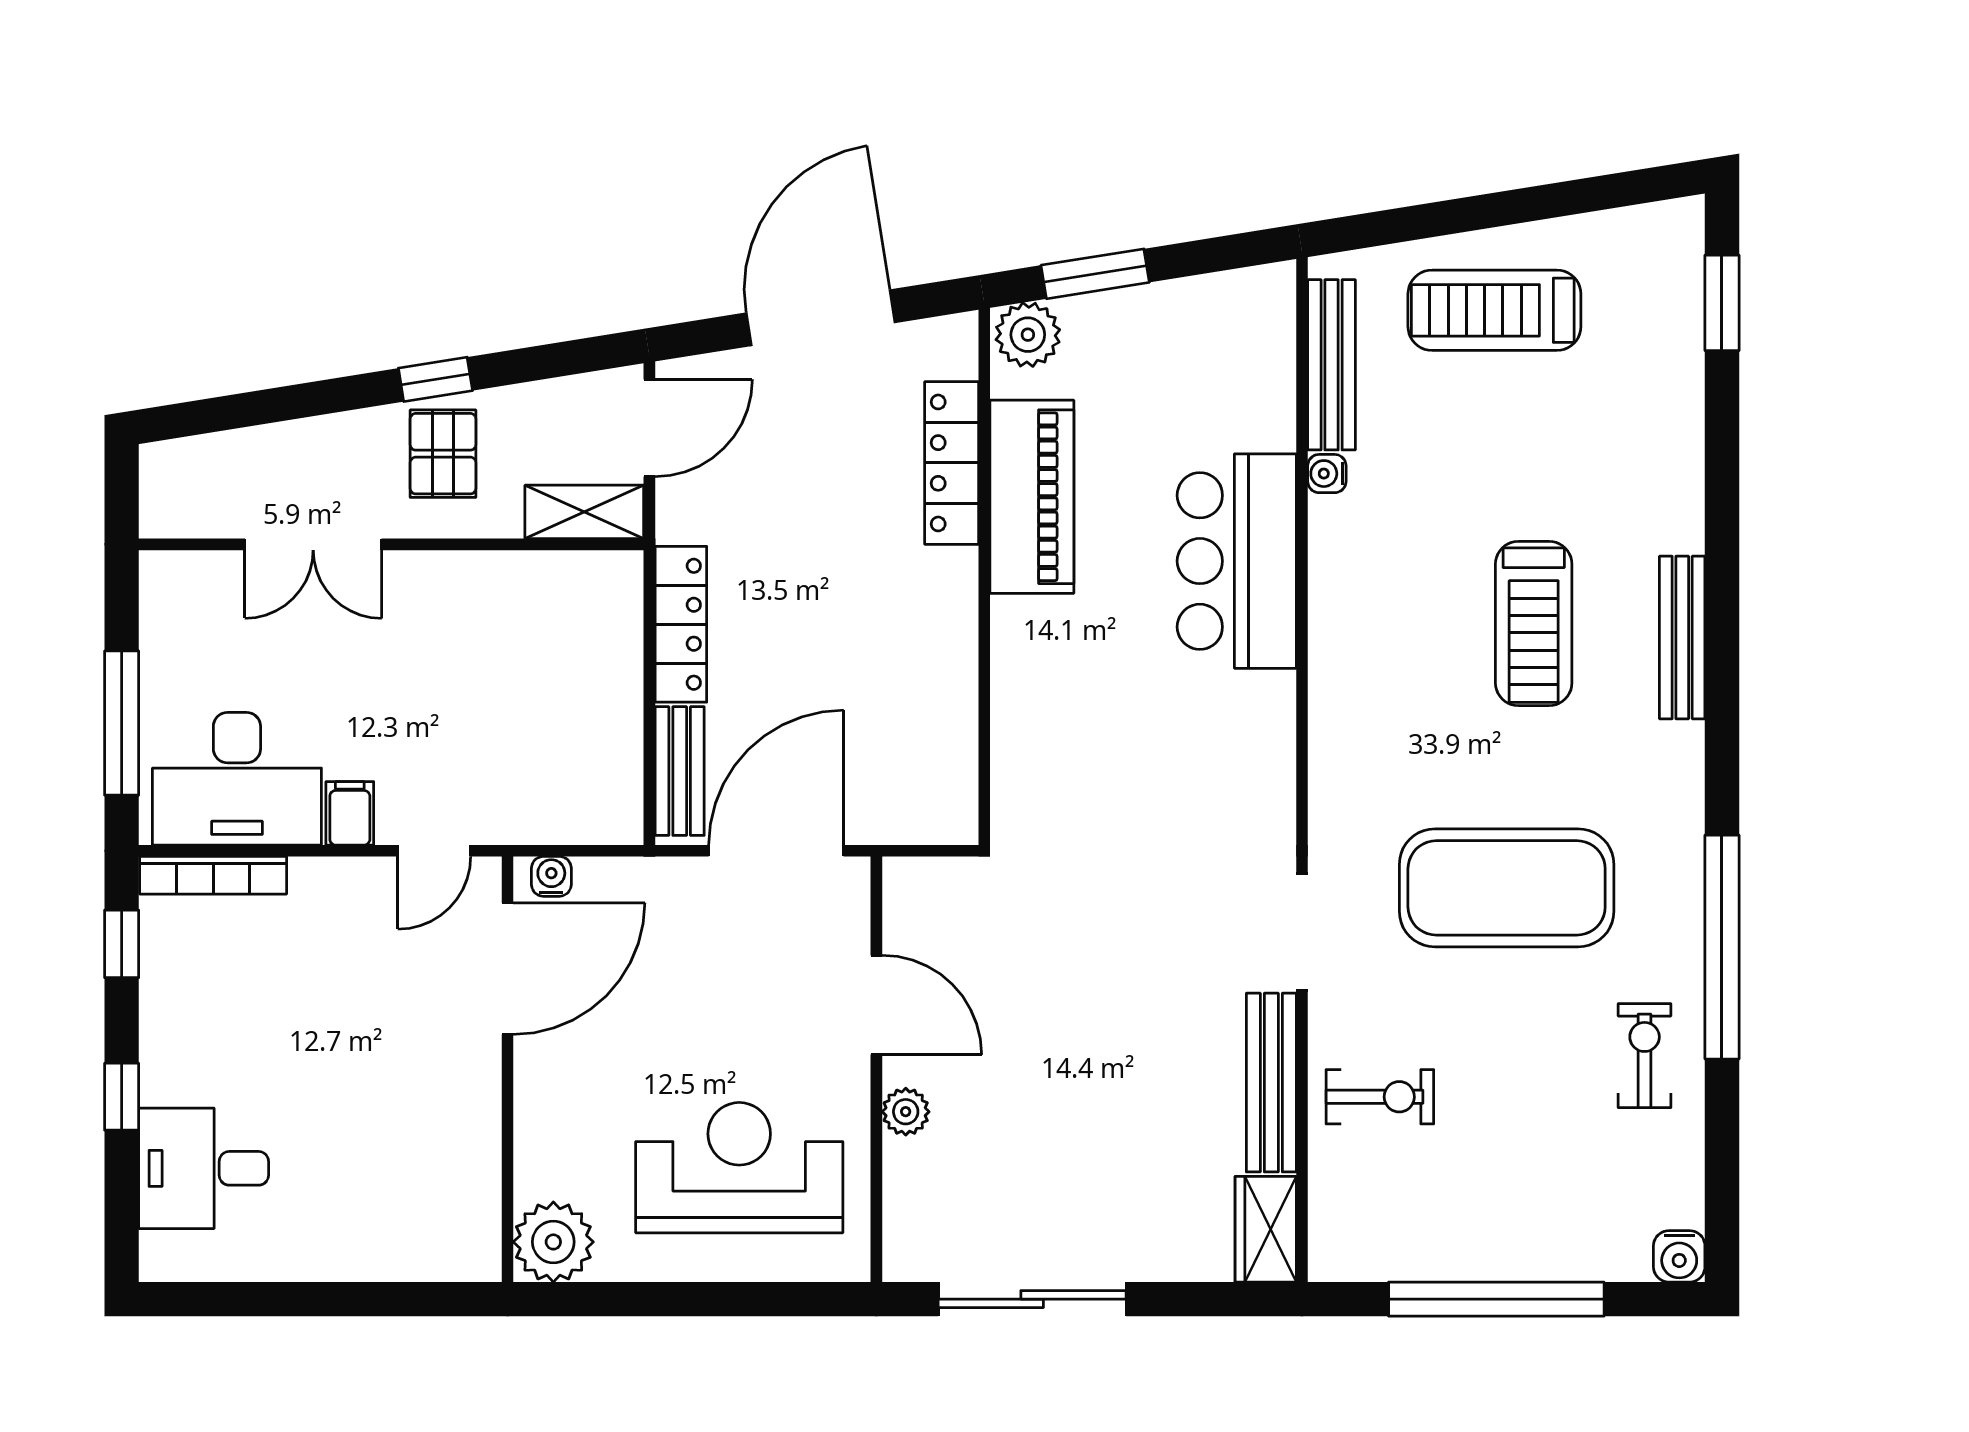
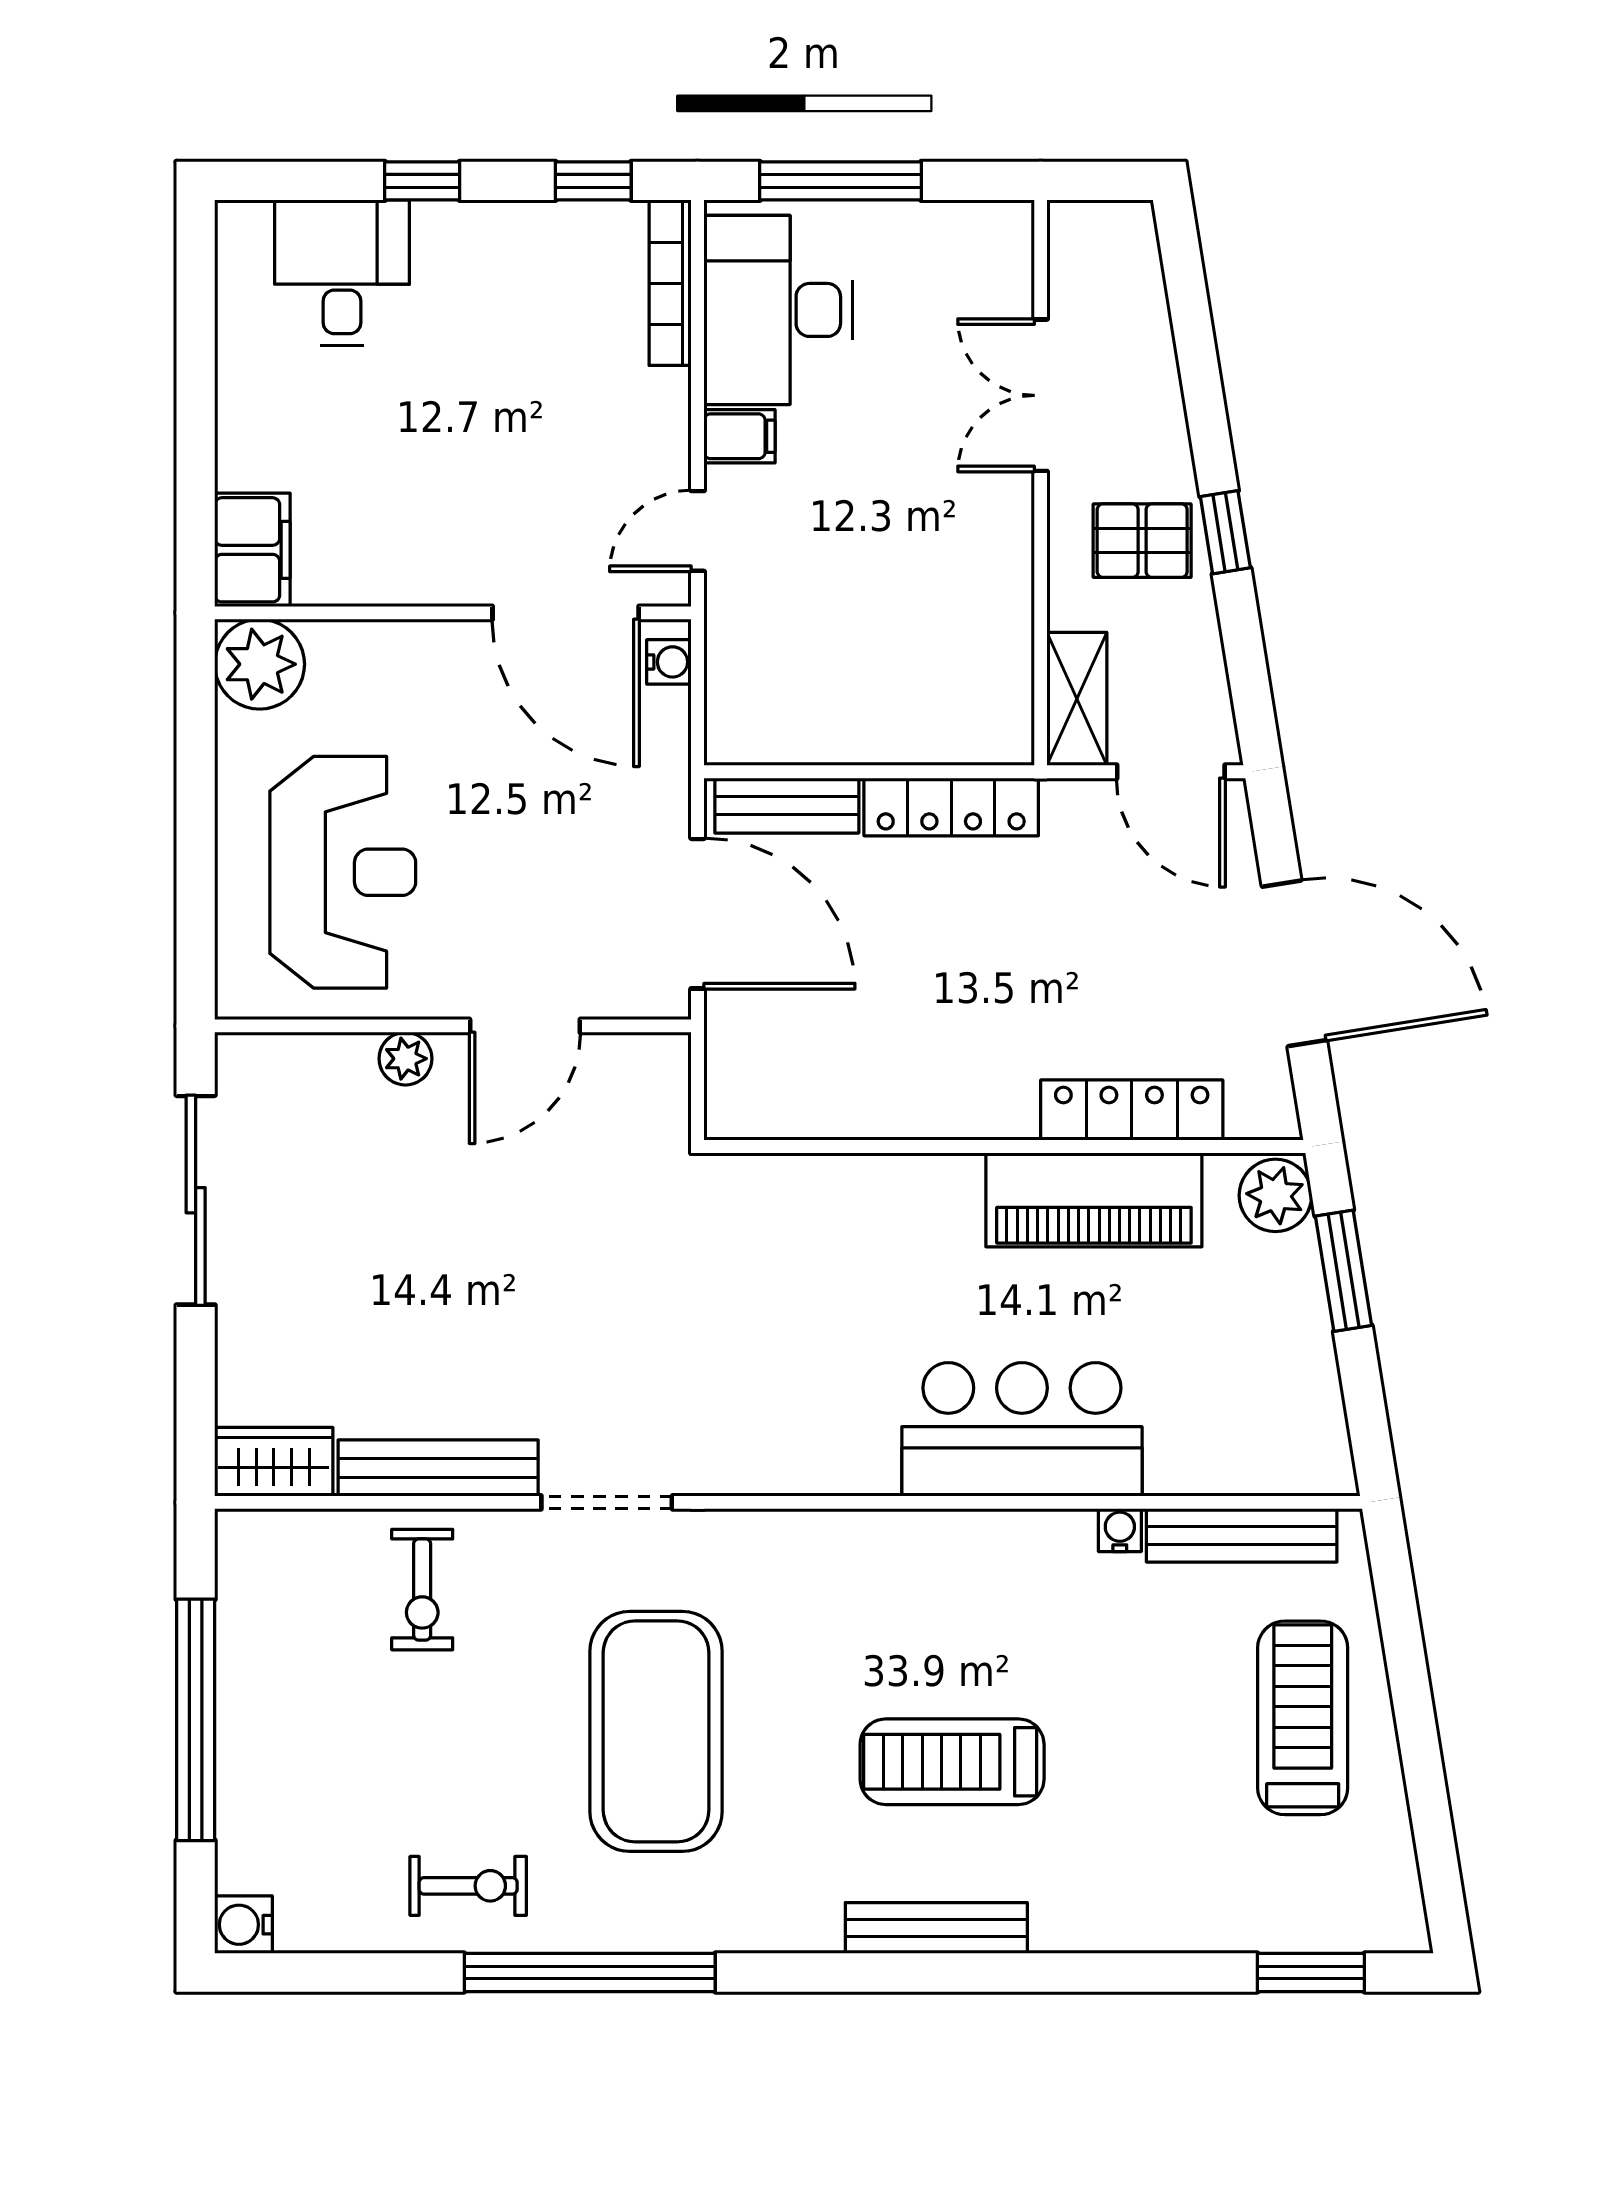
door: (434, 851) -> (698, 531), hinge flipped
filing cabinet: (451, 1248) -> (252, 550), added

